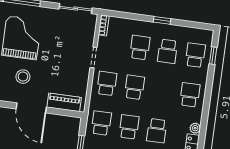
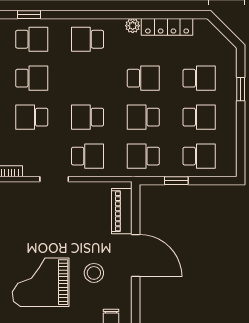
school desk: (195, 55) -> (32, 39), turned 180
school desk: (107, 83) -> (88, 156), turned 180
door: (31, 108) -> (136, 256), hinge flipped

